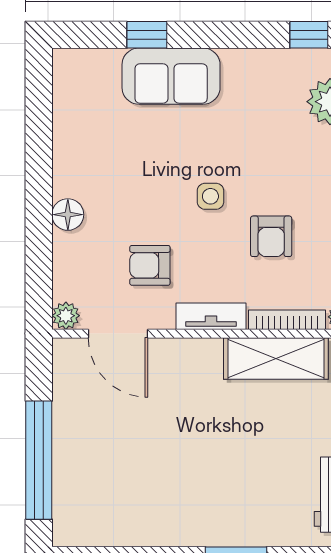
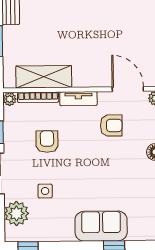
side table: (210, 196) -> (45, 191), moved

